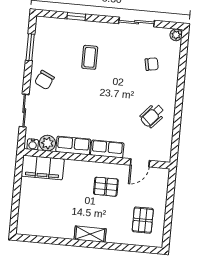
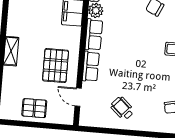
pallet: (106, 187) -> (56, 66), width x1.50, depth x1.42
pallet: (143, 220) -> (34, 108), moved

